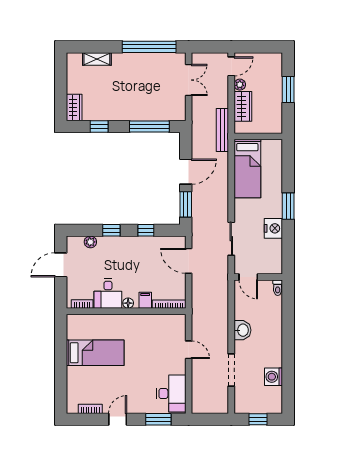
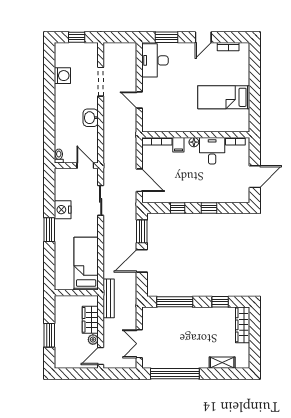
wardrobe: (74, 107) -> (243, 325), width x1.50
plant: (90, 242) -> (228, 197), removed

